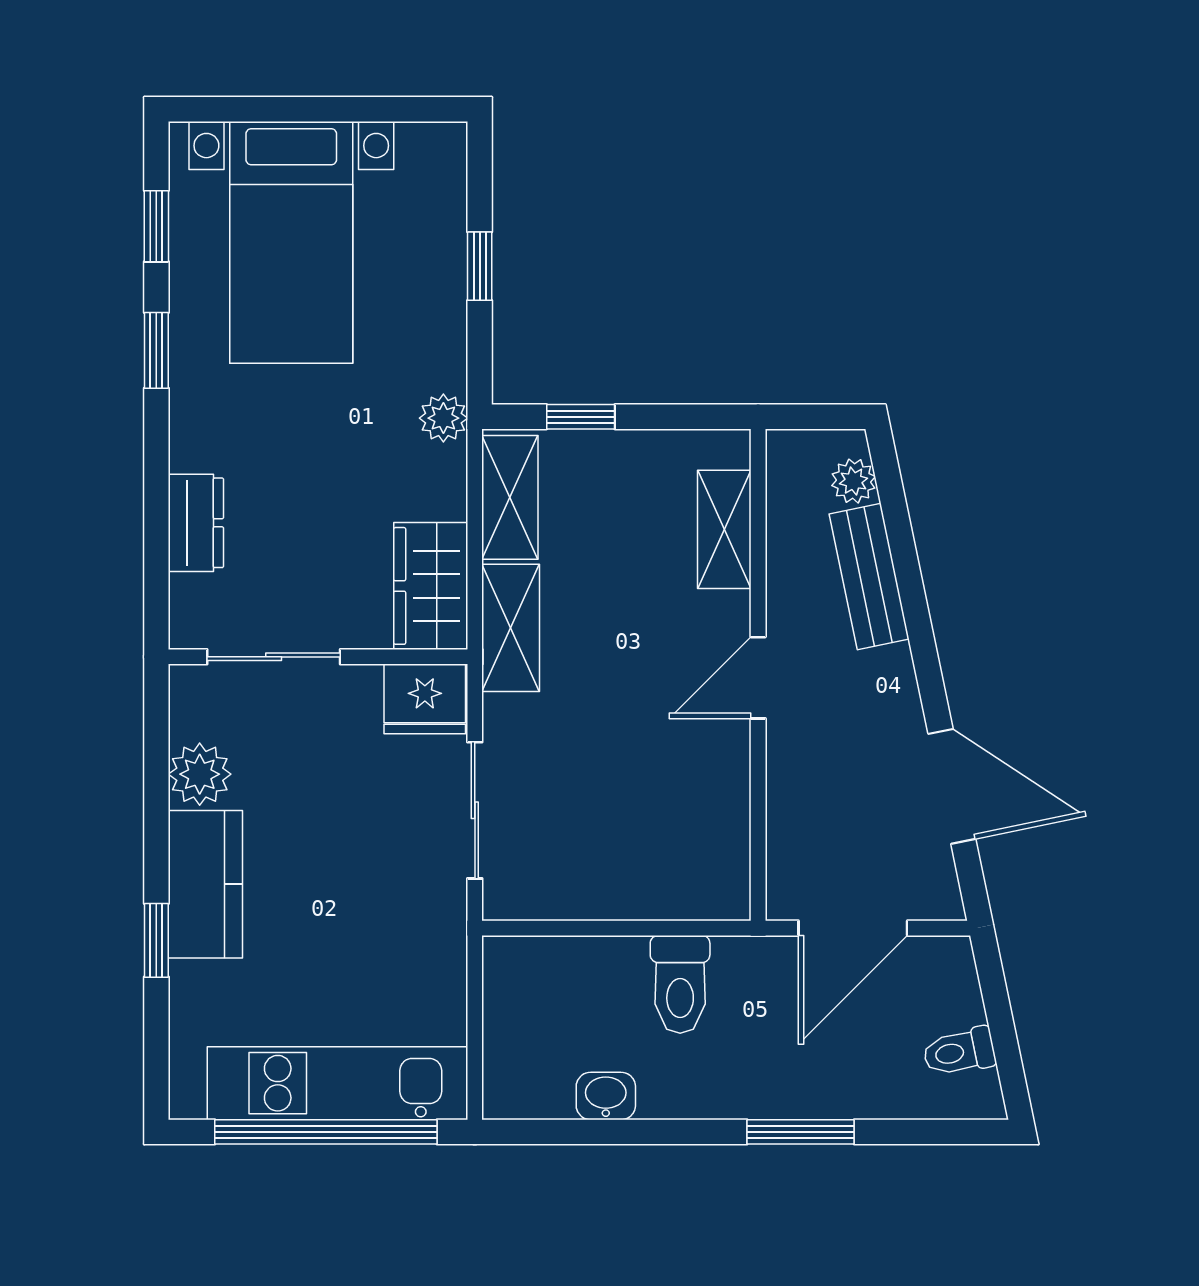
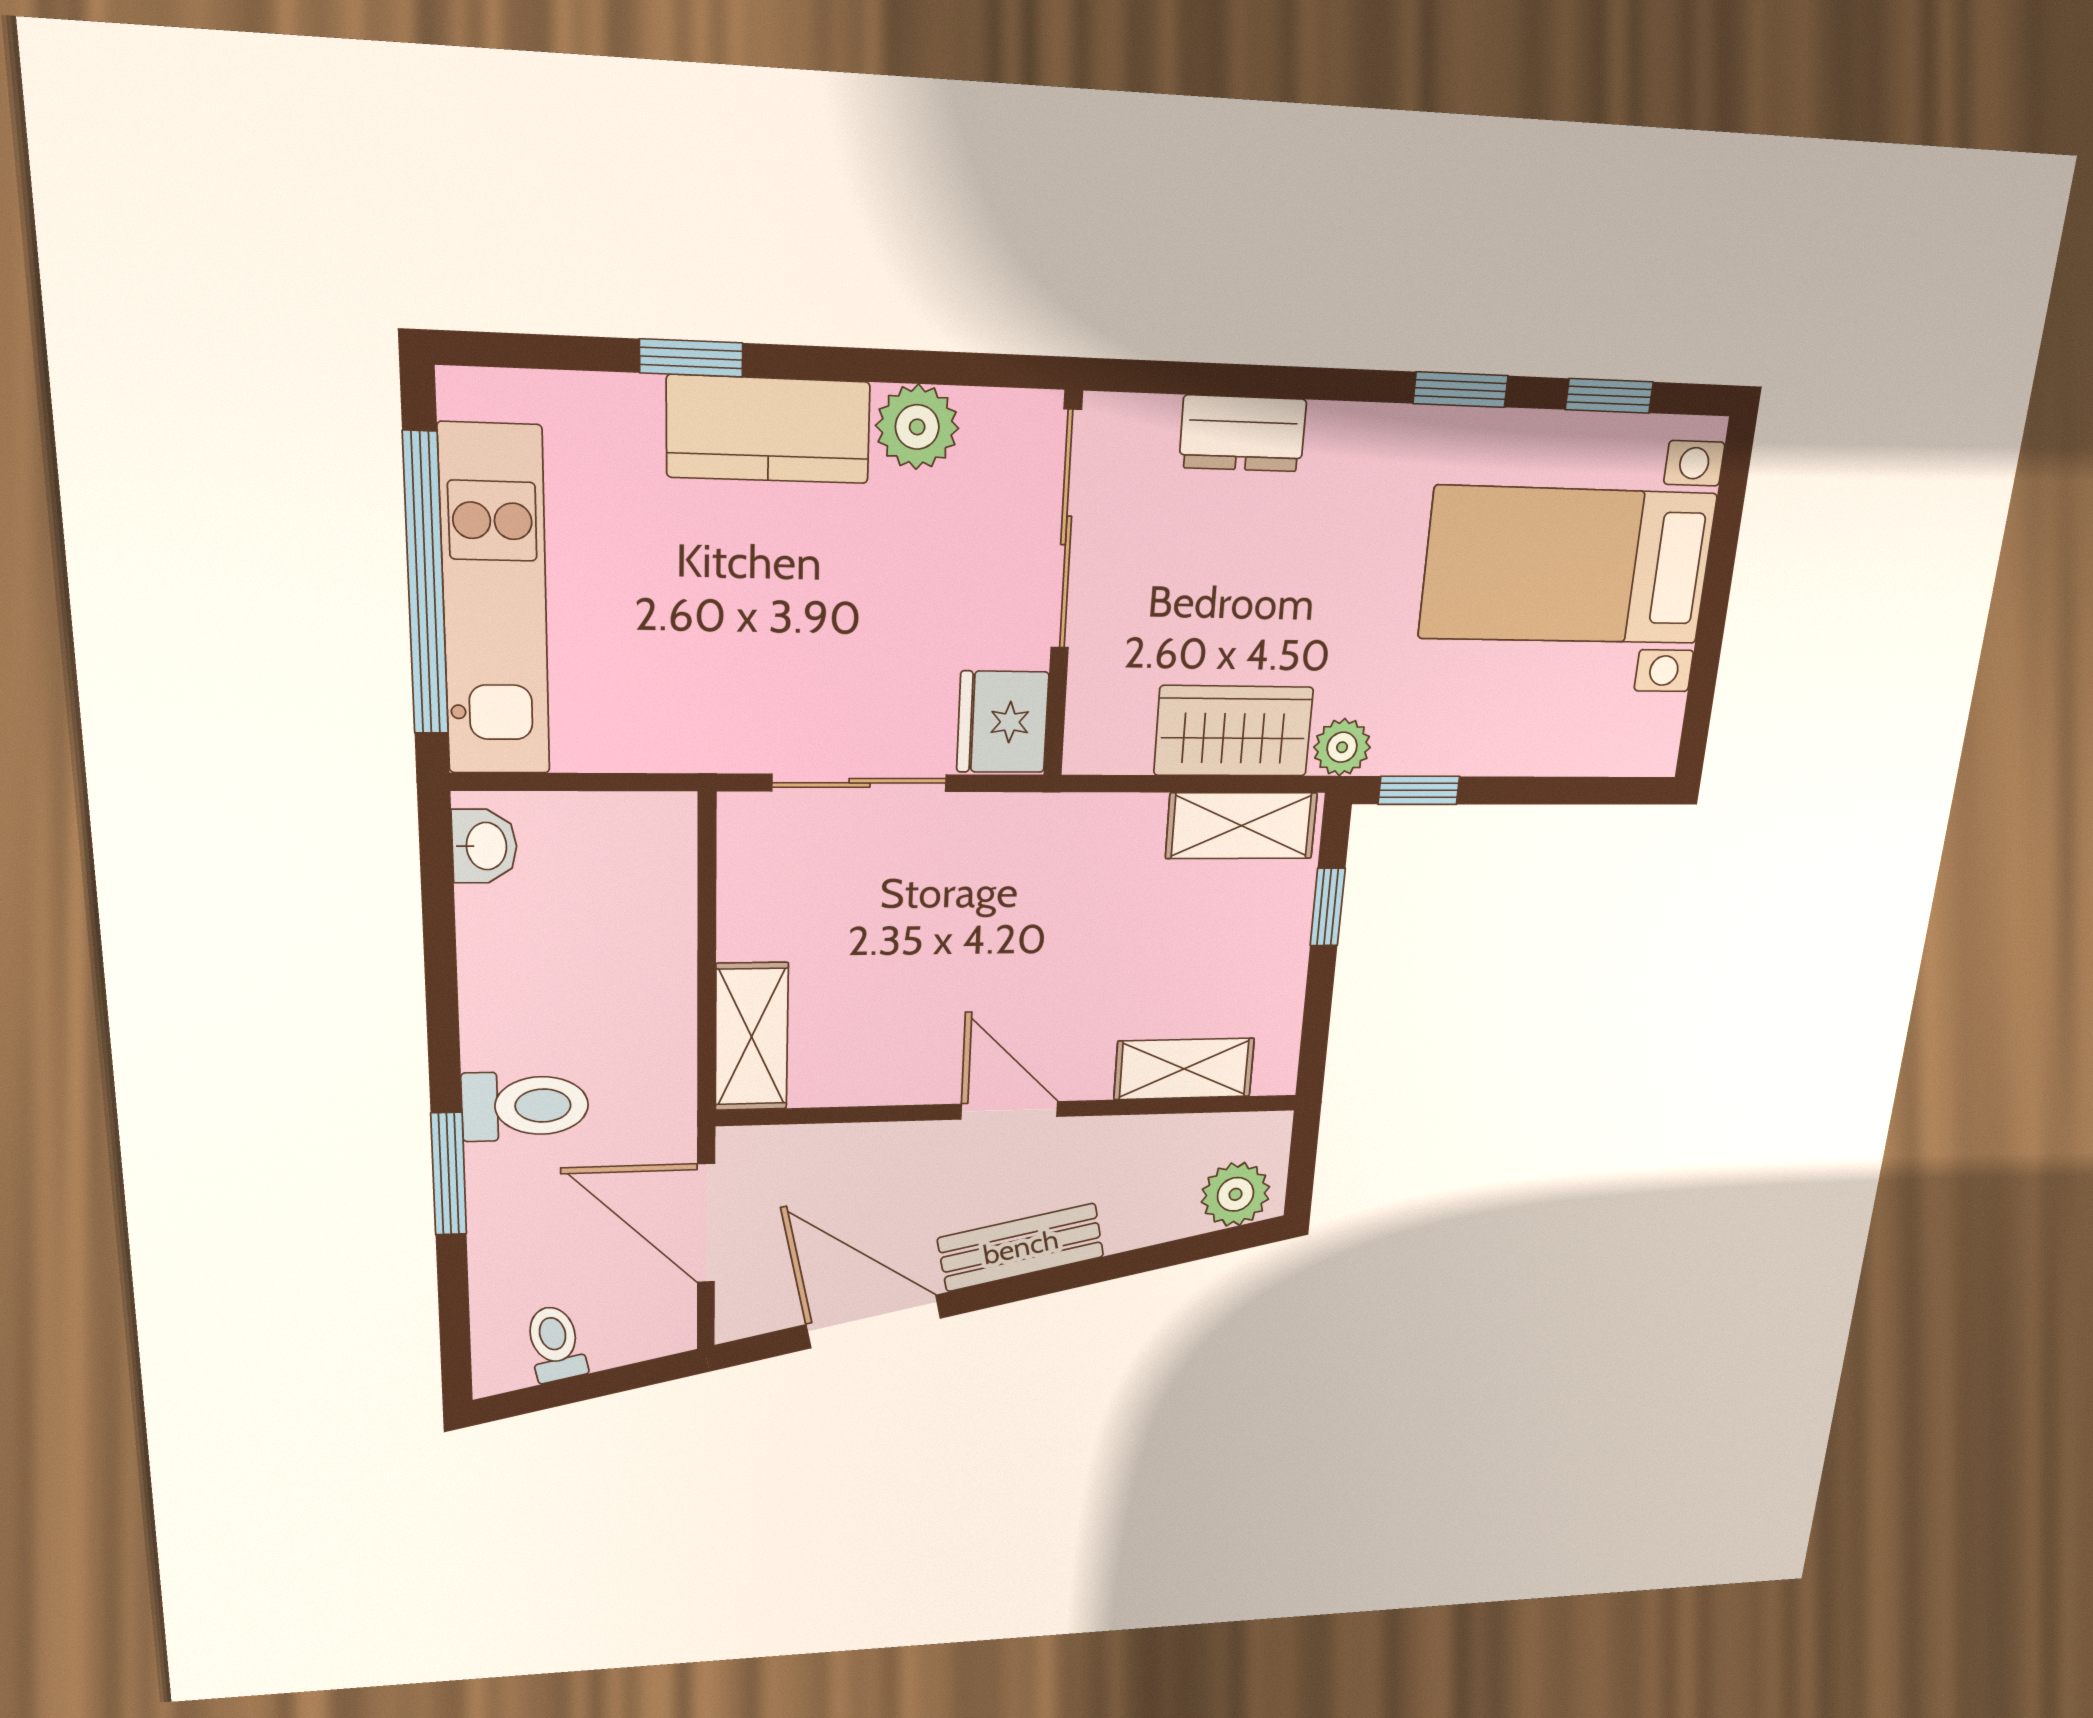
window: (480, 266) -> (1419, 790), moved
plant: (854, 481) -> (1235, 1194), width x1.38, depth x1.38
bench: (869, 577) -> (1021, 1247), moved
wardrobe: (431, 586) -> (1234, 731), moved
shelving: (511, 628) -> (752, 1037), moved, turned 90
sliding door: (274, 657) -> (1066, 530), width x1.37
door: (952, 786) -> (874, 1321), swing flipped
toilet: (680, 984) -> (525, 1106), moved, turned 180
washbasin: (606, 1096) -> (485, 846), moved

